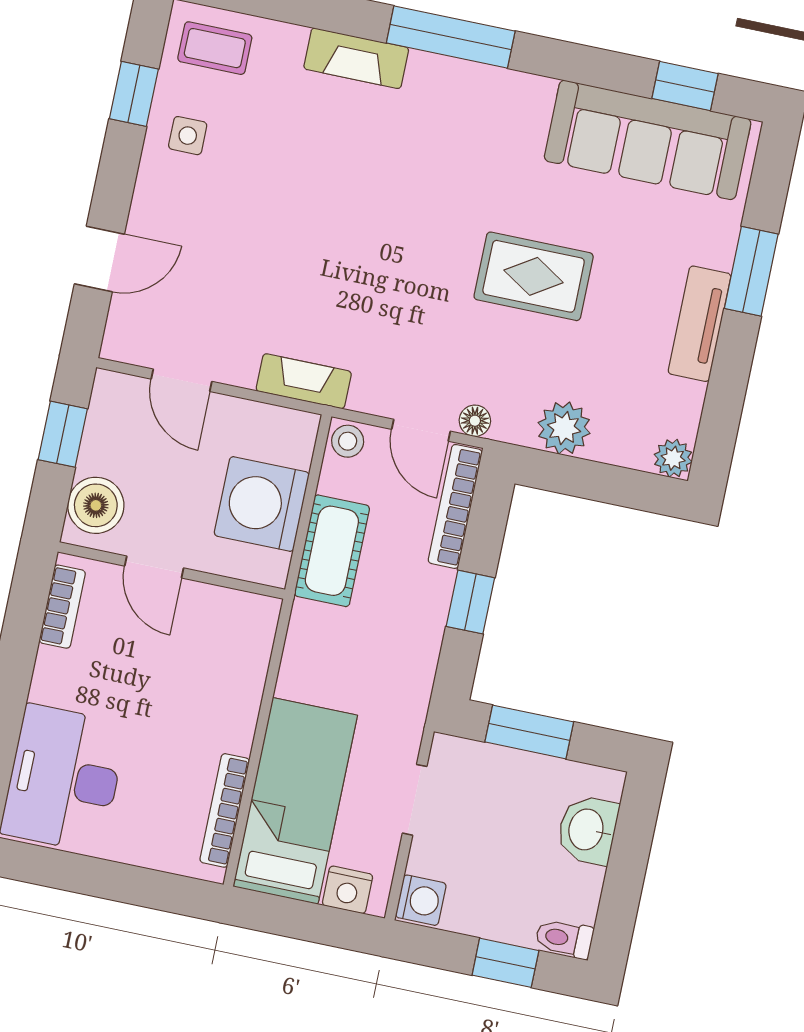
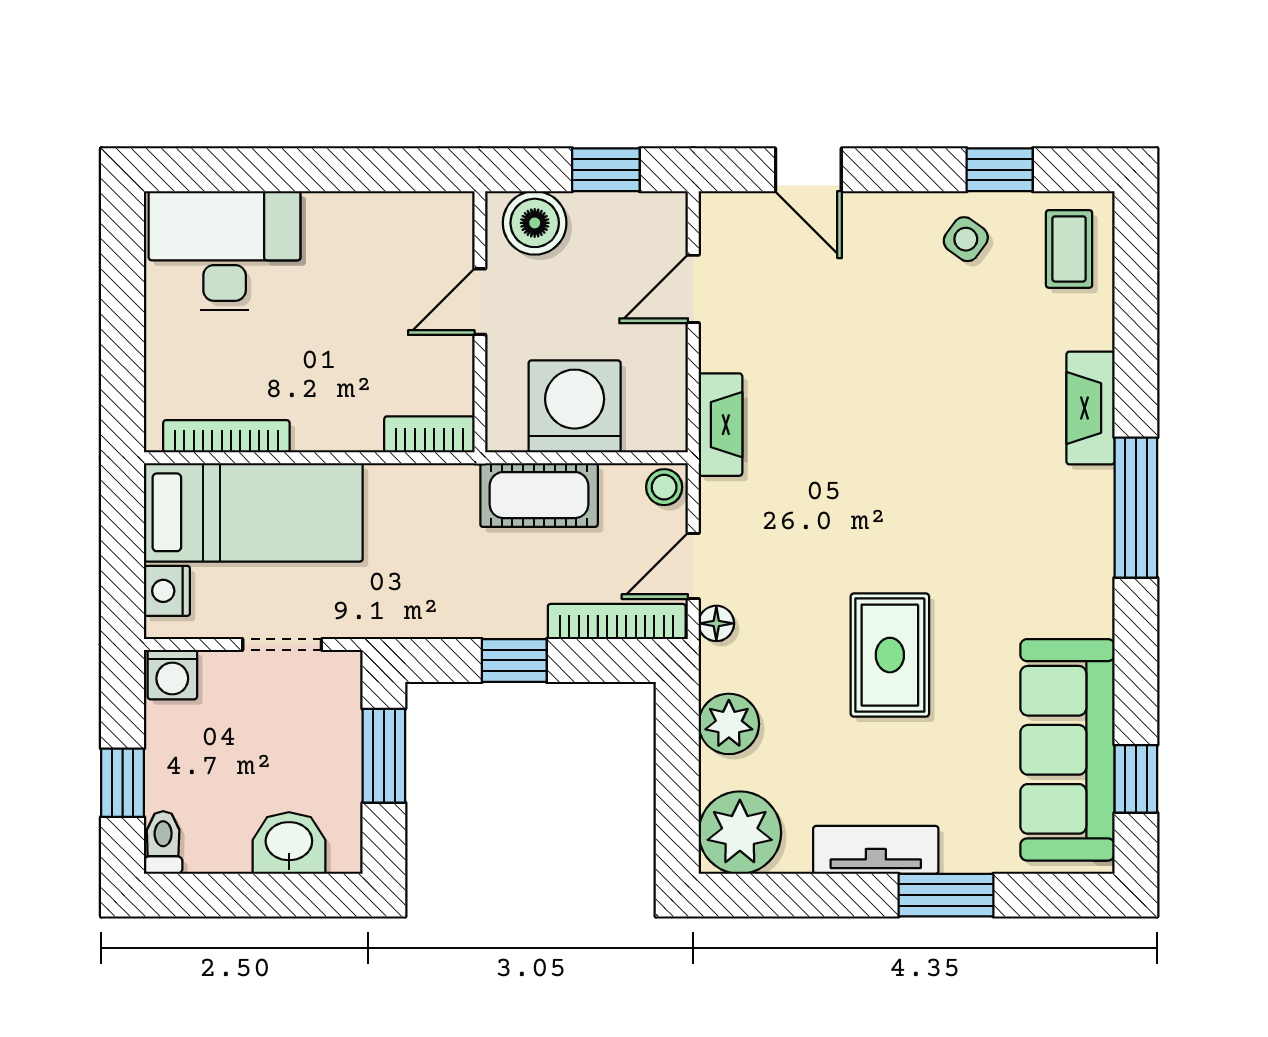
side table: (188, 136) -> (966, 239), turned 36
plant: (673, 458) -> (740, 833), width x1.87, depth x1.87
bookcase: (62, 607) -> (429, 434), moved, turned 180

